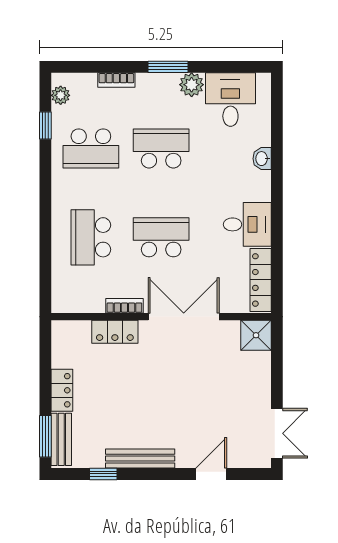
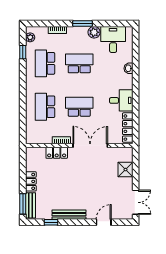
school desk: (91, 148) -> (45, 63), turned 90
shower: (256, 335) -> (125, 170), moved

